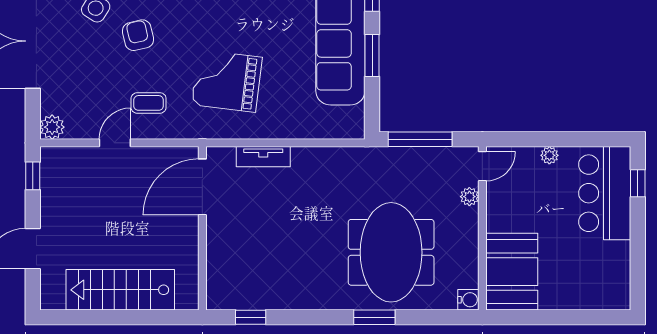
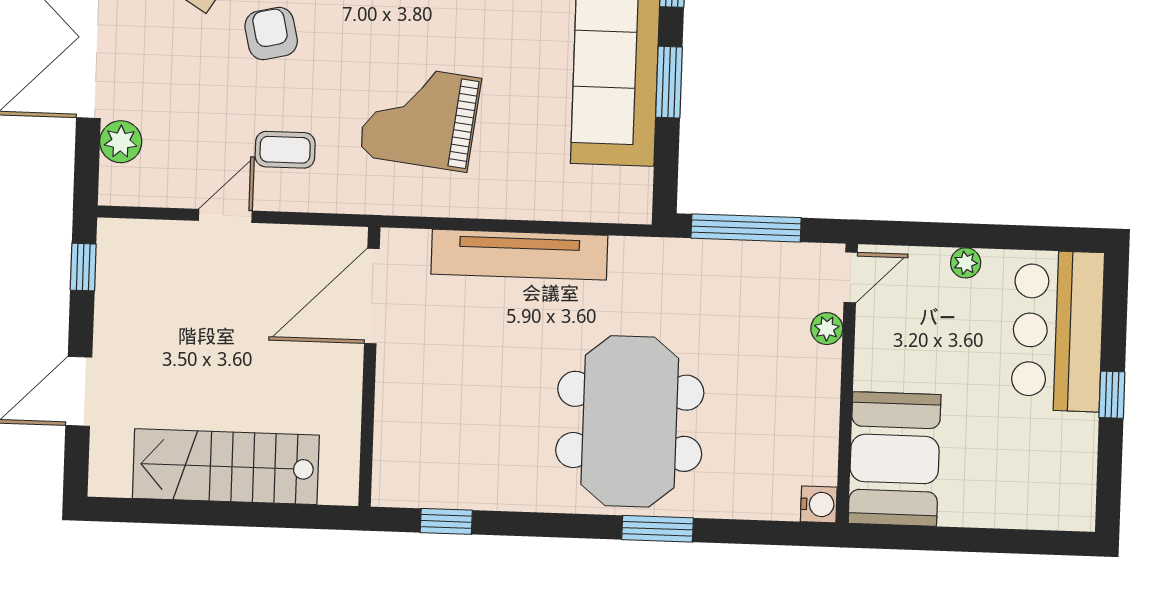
plant: (52, 127) -> (121, 142), moved
tv unit: (263, 157) -> (519, 255), width x1.92, depth x1.29
window: (638, 183) -> (1112, 395), moved
meeting table: (391, 252) -> (630, 421), moved

